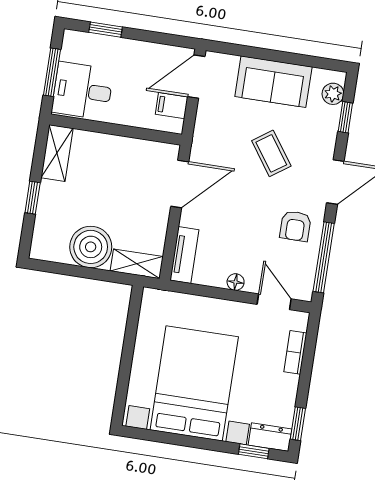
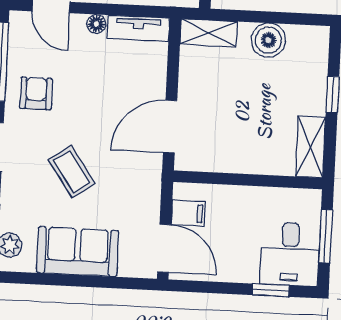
door: (196, 77) -> (164, 248), hinge flipped
desk: (83, 91) -> (290, 254), moved, turned 90
boiler: (91, 247) -> (269, 40), width x0.73, depth x0.73
tv unit: (184, 255) -> (139, 28), moved, turned -90

